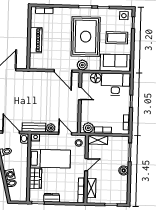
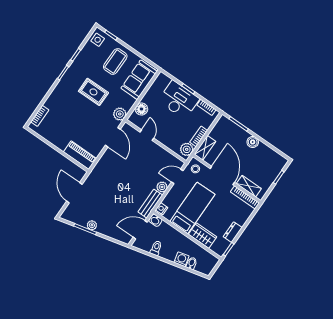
rug: (86, 37) -> (93, 92), width x0.54, depth x0.49
piano: (36, 40) -> (80, 155), moved
door: (63, 71) -> (113, 137), hinge flipped
desk: (115, 84) -> (179, 100), moved, turned 90
door: (80, 94) -> (147, 135), hinge flipped
door: (86, 165) -> (222, 176), width x1.87

